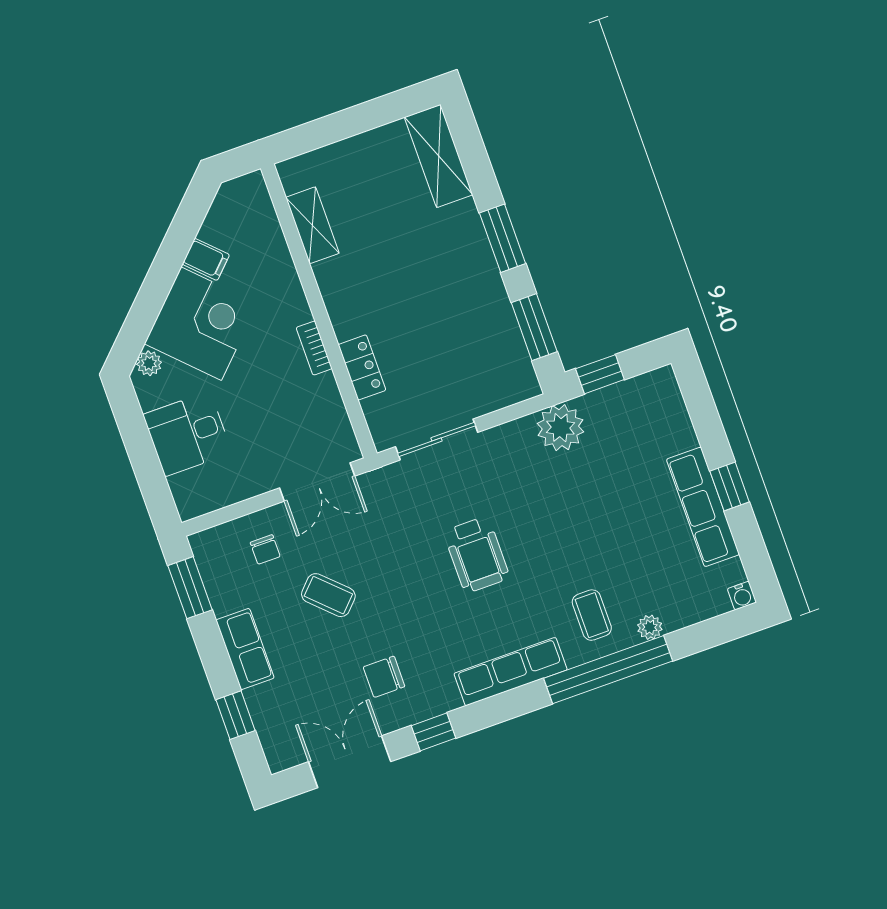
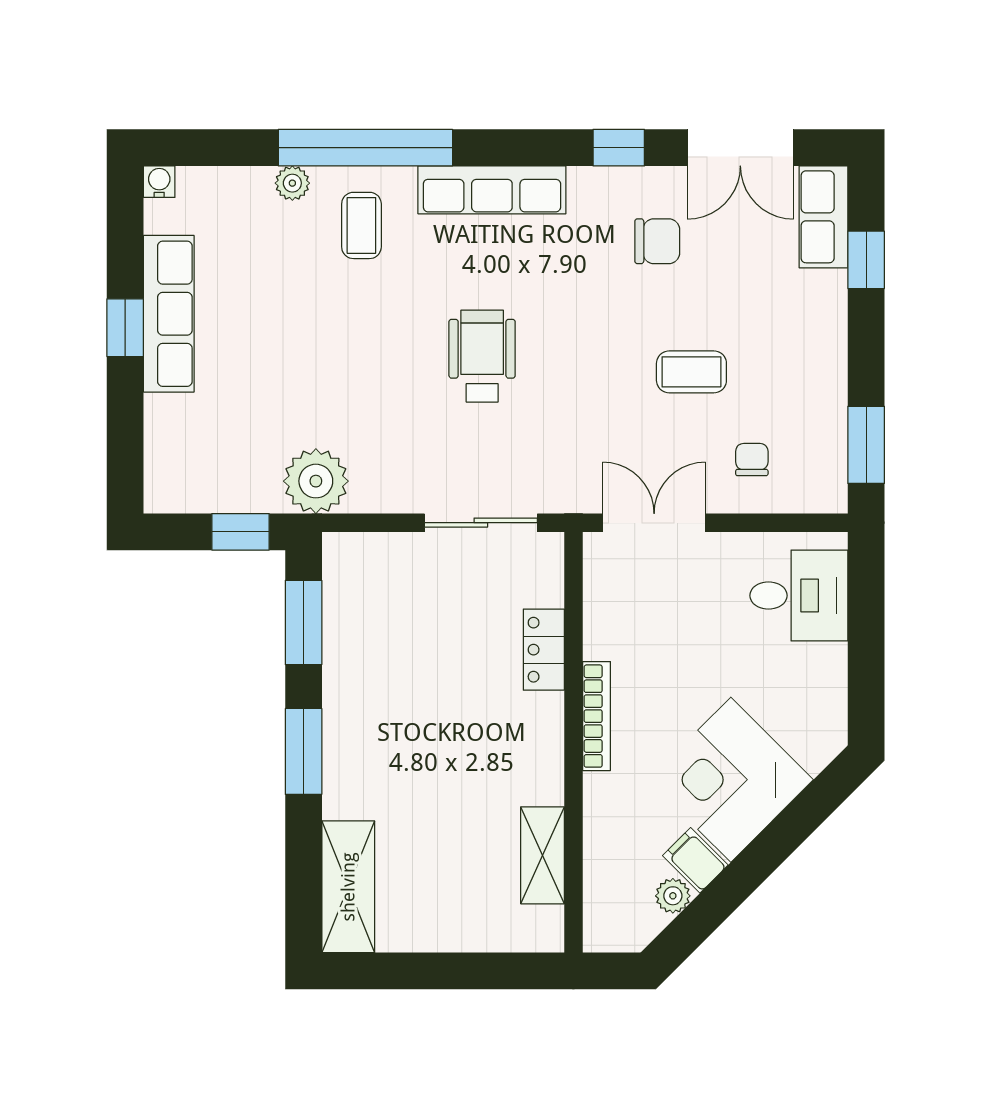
bookcase: (314, 348) -> (597, 716), width x1.56
plant: (149, 363) -> (673, 896), moved
desk: (187, 434) -> (799, 596), moved
coffee table: (328, 595) -> (691, 372), turned -44
row of seats: (245, 649) -> (823, 217), moved

